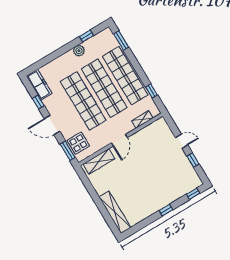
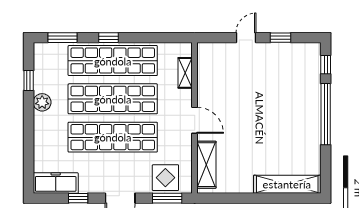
window: (151, 91) -> (108, 38), moved
window: (166, 210) -> (326, 114), width x3.17

